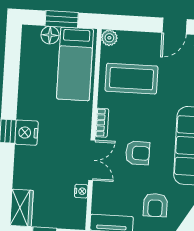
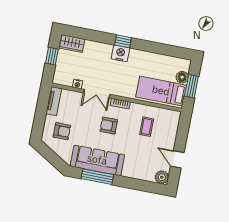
plant: (109, 38) -> (175, 116), removed
coffee table: (131, 79) -> (147, 127), width x0.54, depth x0.58
armchair: (138, 153) -> (109, 126), moved, turned 89
armchair: (155, 205) -> (62, 131), turned 180

